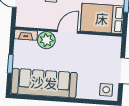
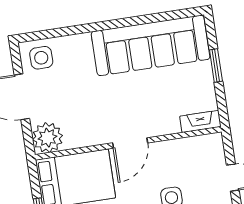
plant: (46, 40) -> (48, 138), moved

